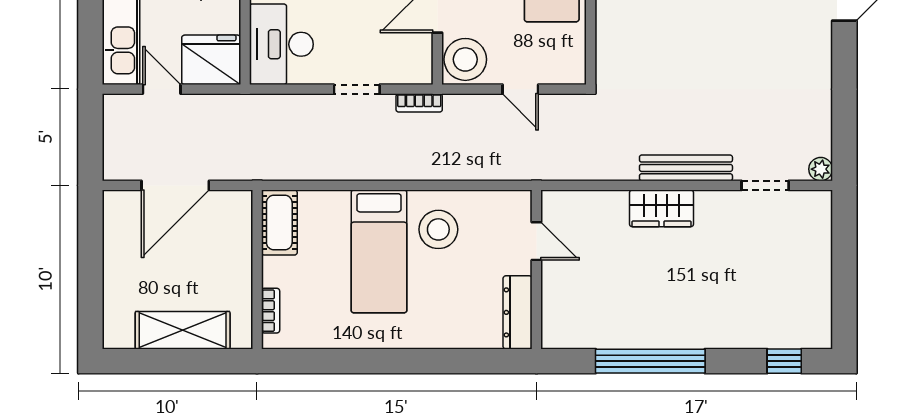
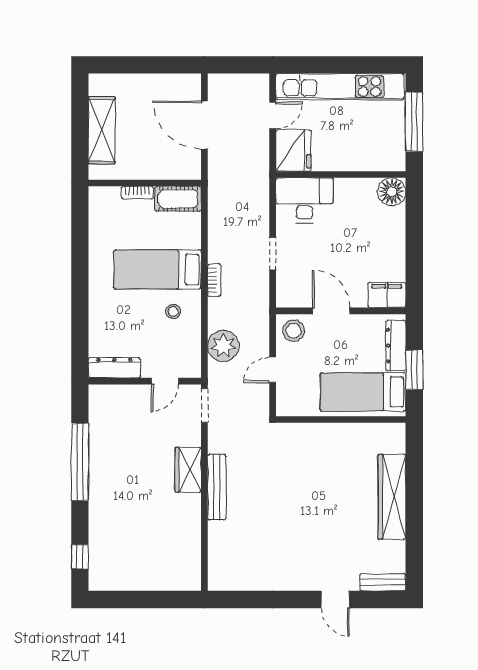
stool: (465, 59) -> (294, 331), width x0.73, depth x0.73
bookcase: (419, 103) -> (214, 280), moved, turned 180
plant: (821, 169) -> (223, 346), moved, width x1.87, depth x1.87
doorway: (765, 185) -> (204, 406), moved
stool: (438, 229) -> (173, 312), width x0.53, depth x0.53
bookcase: (271, 311) -> (137, 193), moved

